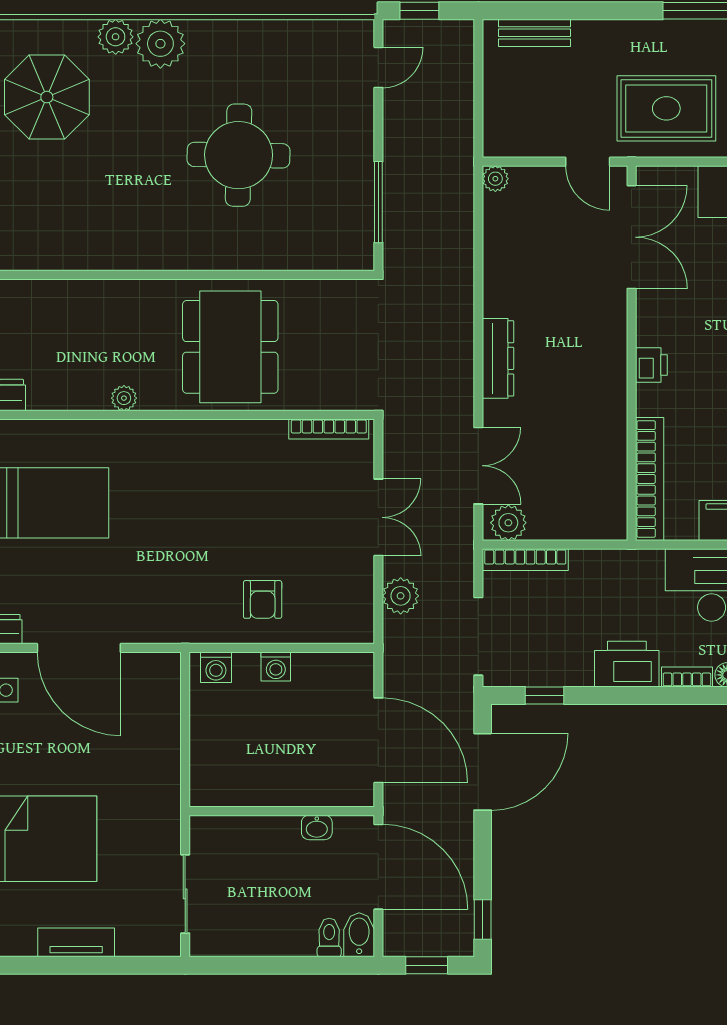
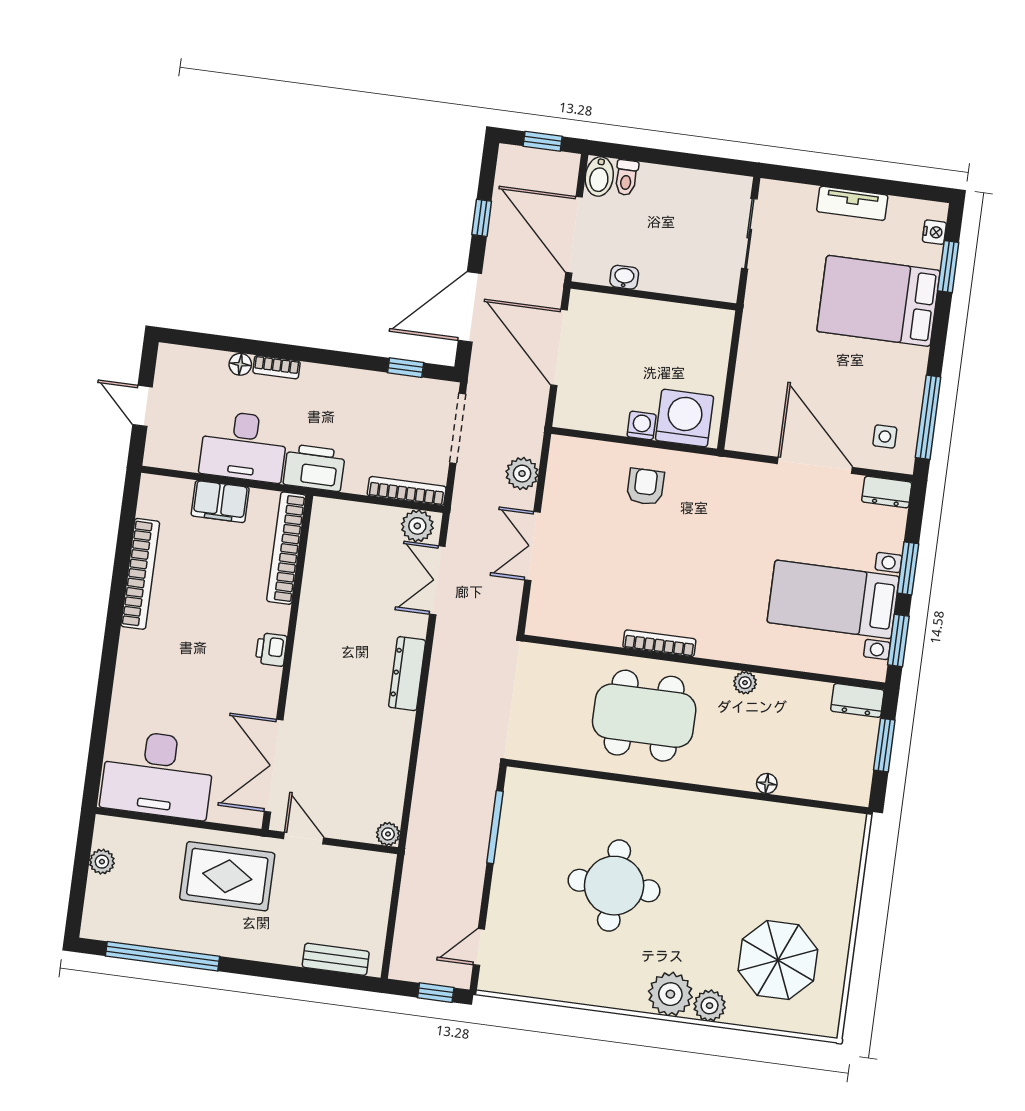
floor lamp: (85, 290) -> (767, 783), added
dining table: (230, 347) -> (644, 716), turned 90
bookcase: (329, 429) -> (659, 643), moved
printer: (627, 664) -> (314, 468), moved, turned 180
washing machine: (216, 667) -> (684, 418), width x1.89, depth x1.89
window: (483, 919) -> (482, 218), moved

